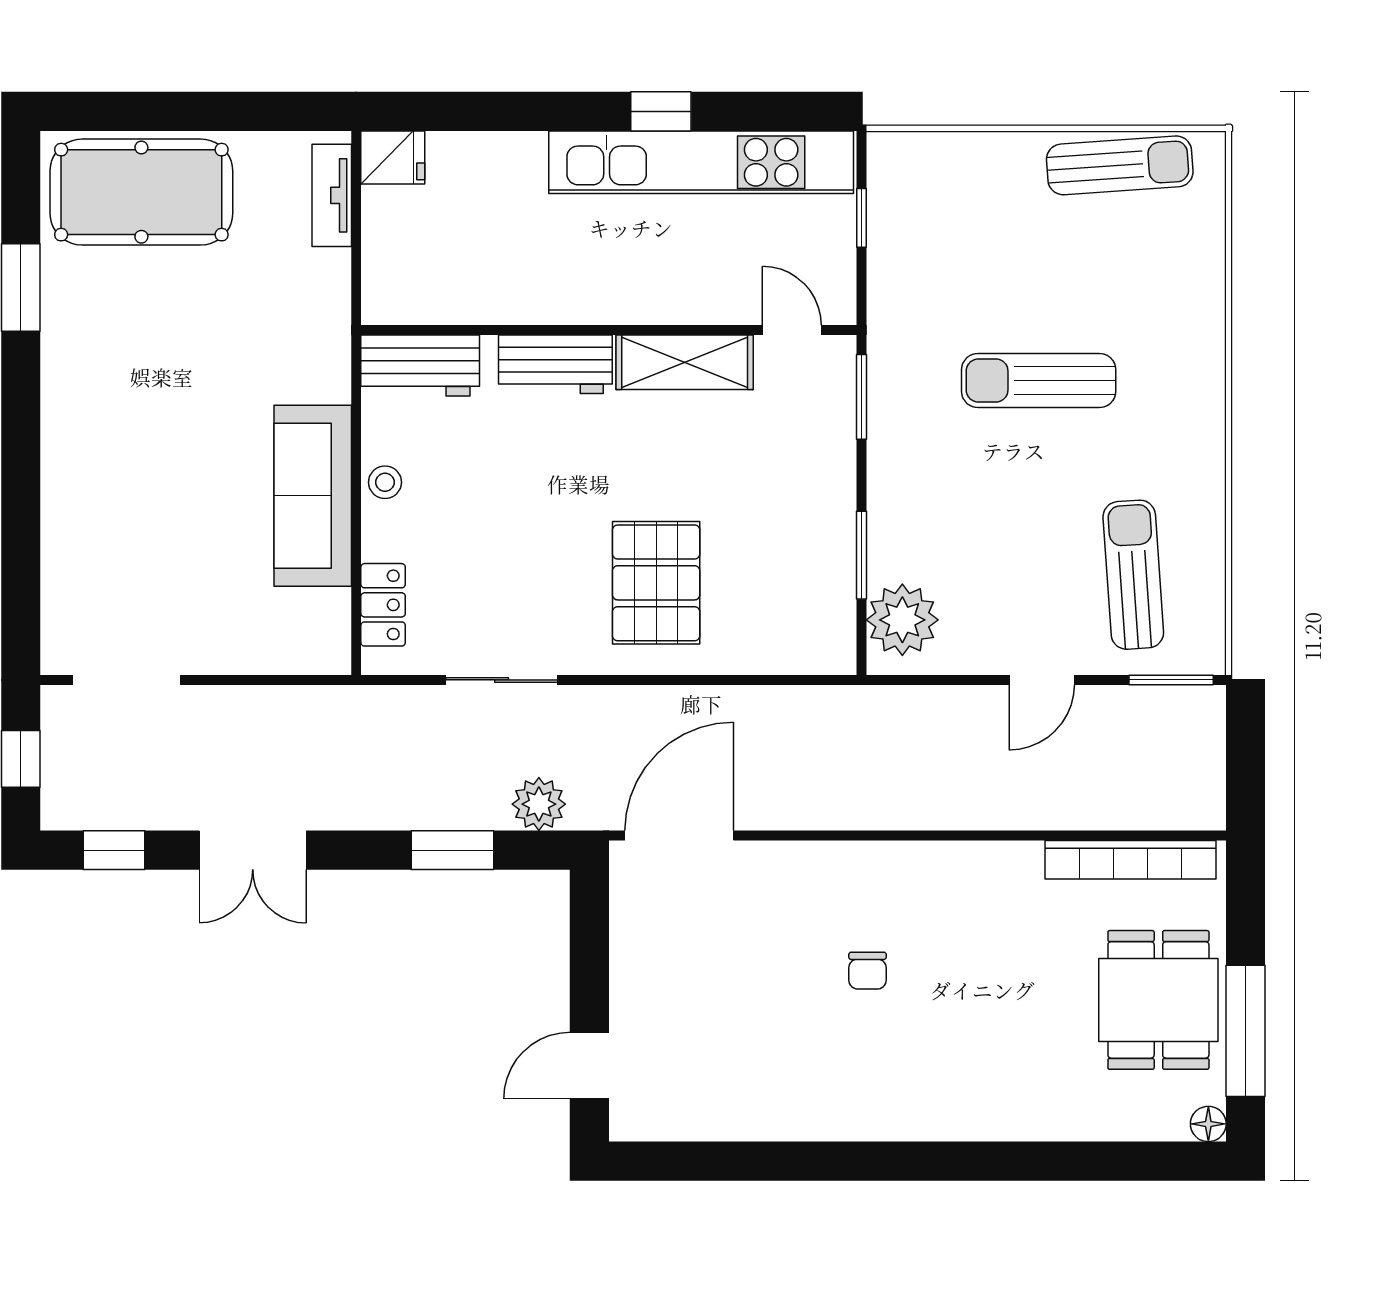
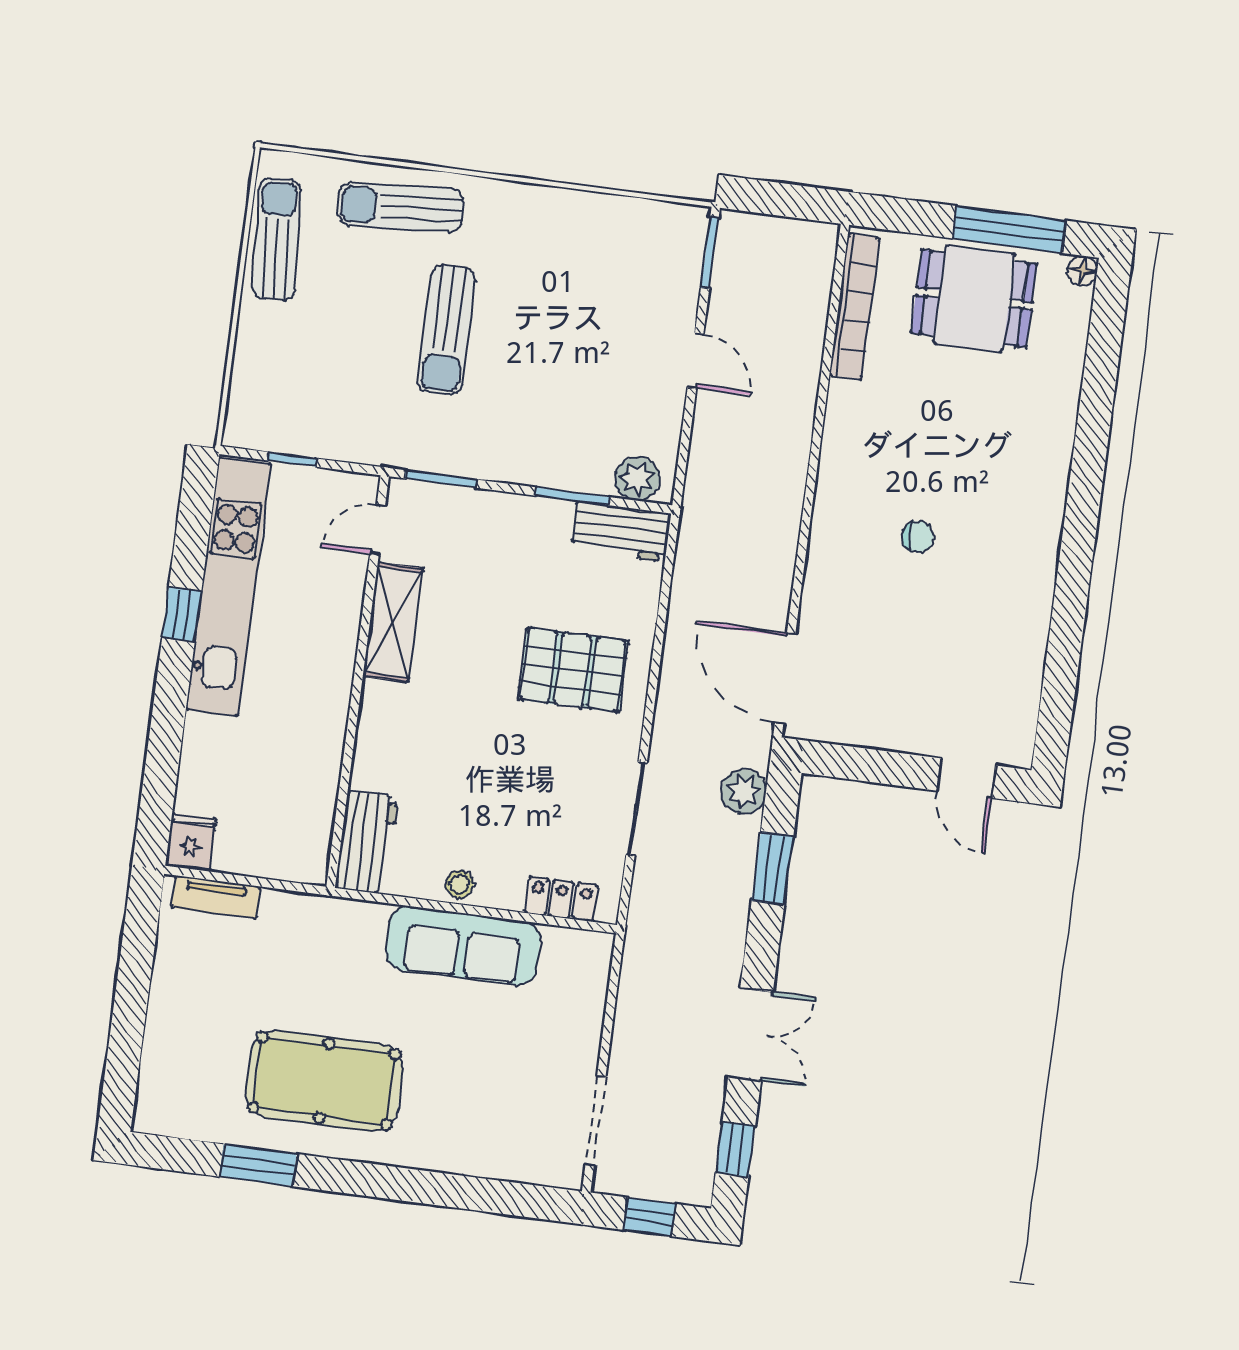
pool table: (141, 192) -> (324, 1081), moved, turned 90
workbench: (555, 364) -> (621, 532), moved, turned 90
sun lounger: (1133, 575) -> (400, 207), moved
plant: (902, 620) -> (637, 479), width x0.73, depth x0.73

